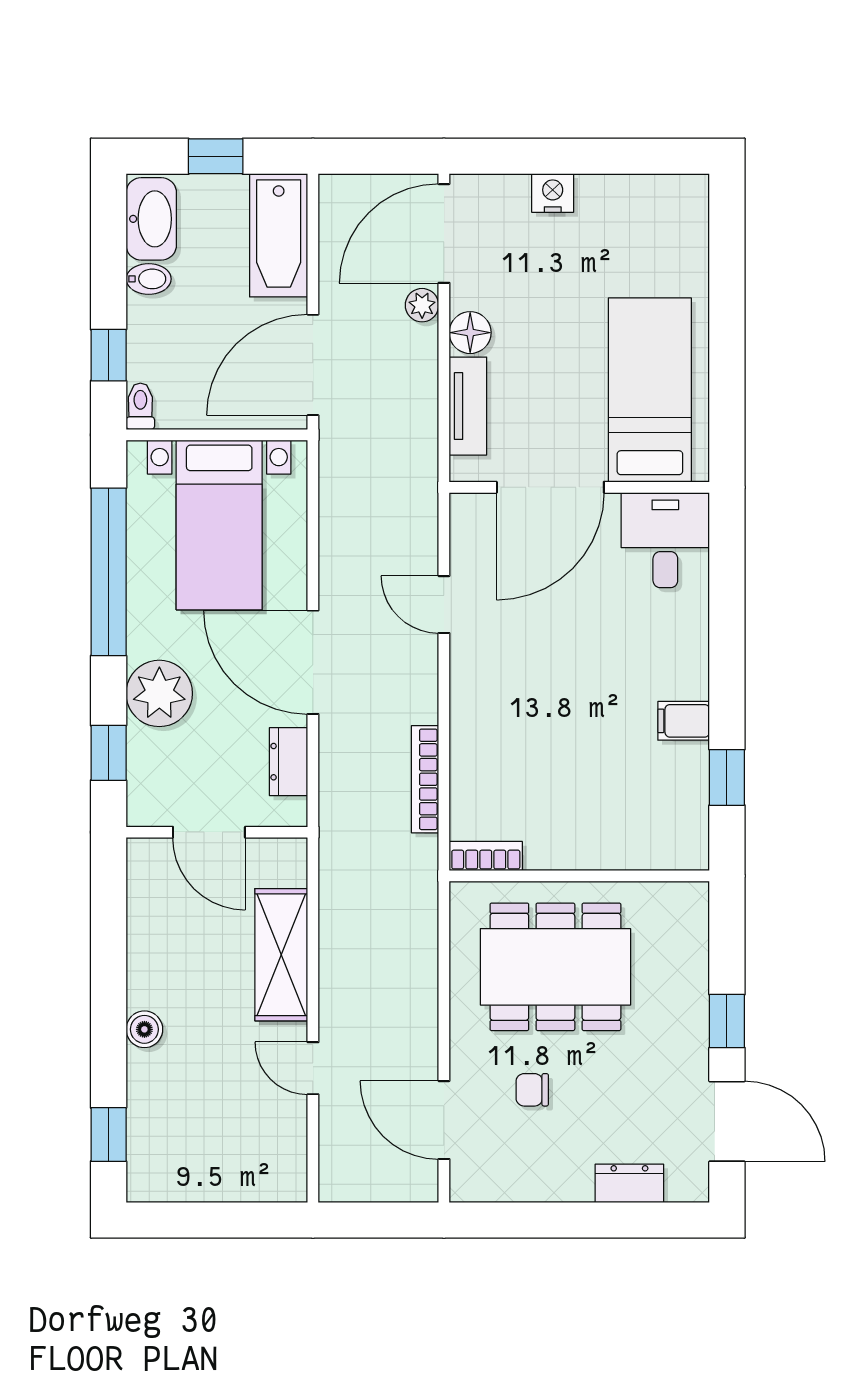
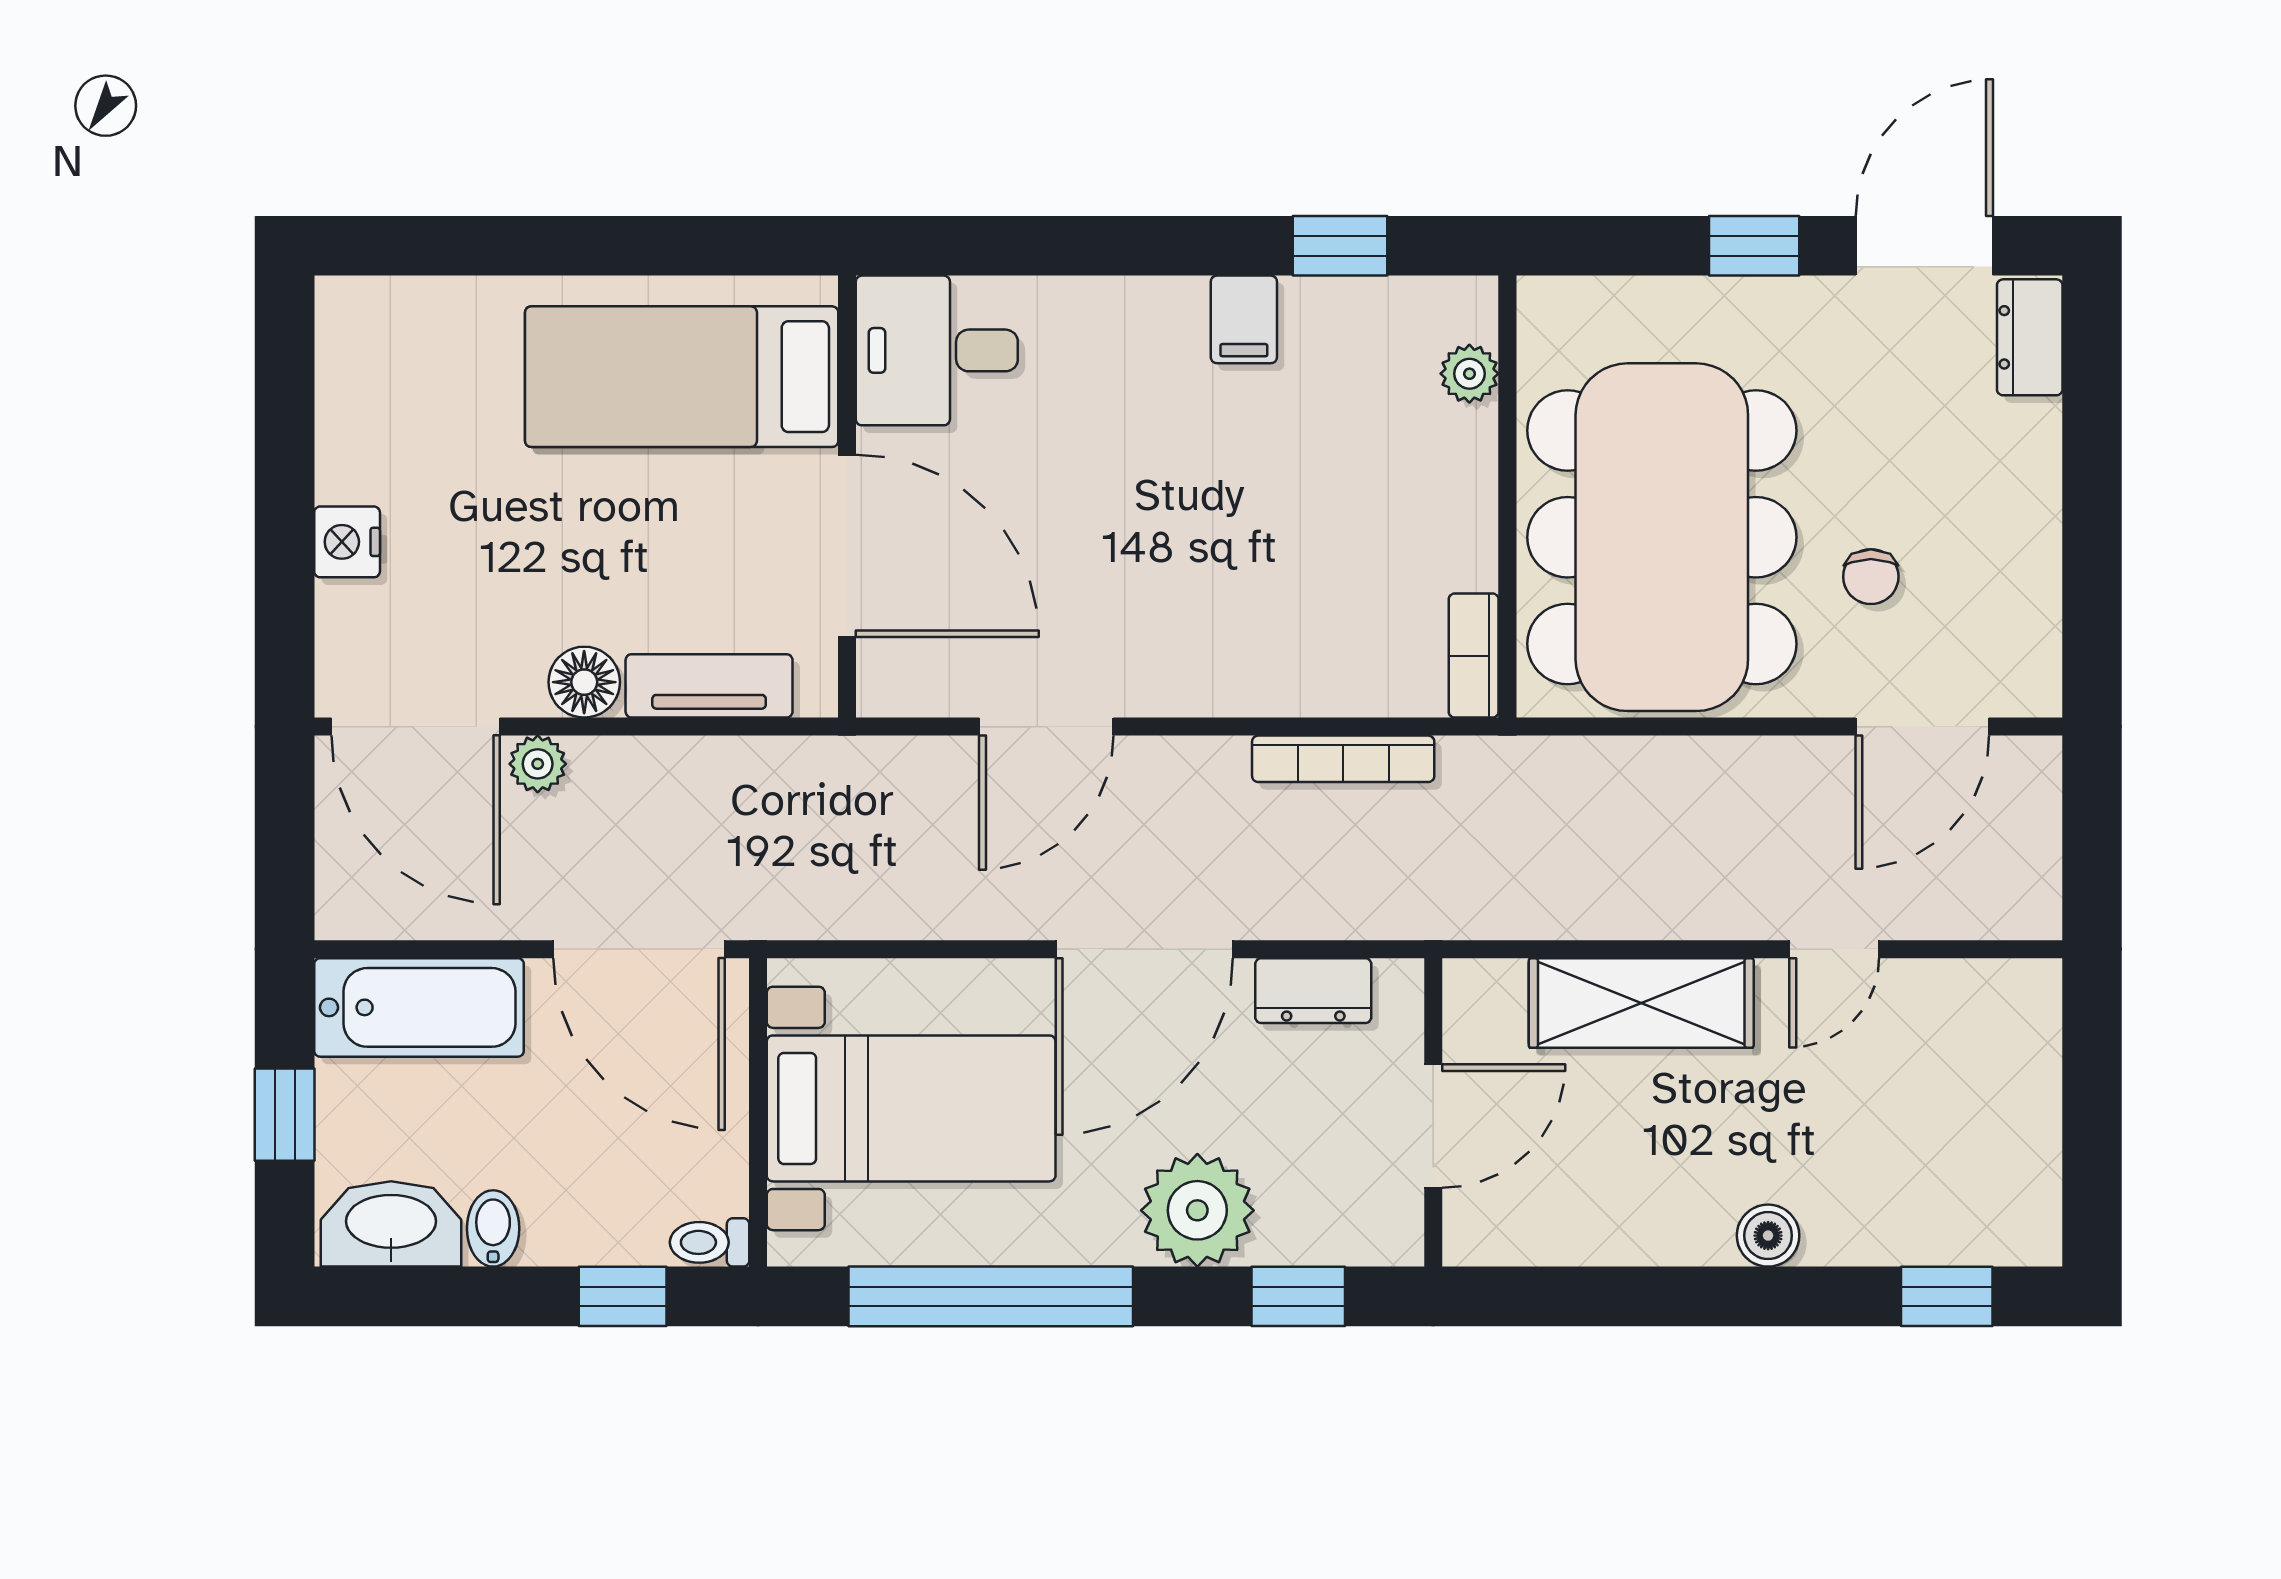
door: (444, 605) -> (1046, 727), width x1.38
plant: (652, 854) -> (1469, 374), added
dining table: (555, 967) -> (1662, 537), width x1.36, depth x1.24
dresser: (629, 1183) -> (2030, 337), moved

